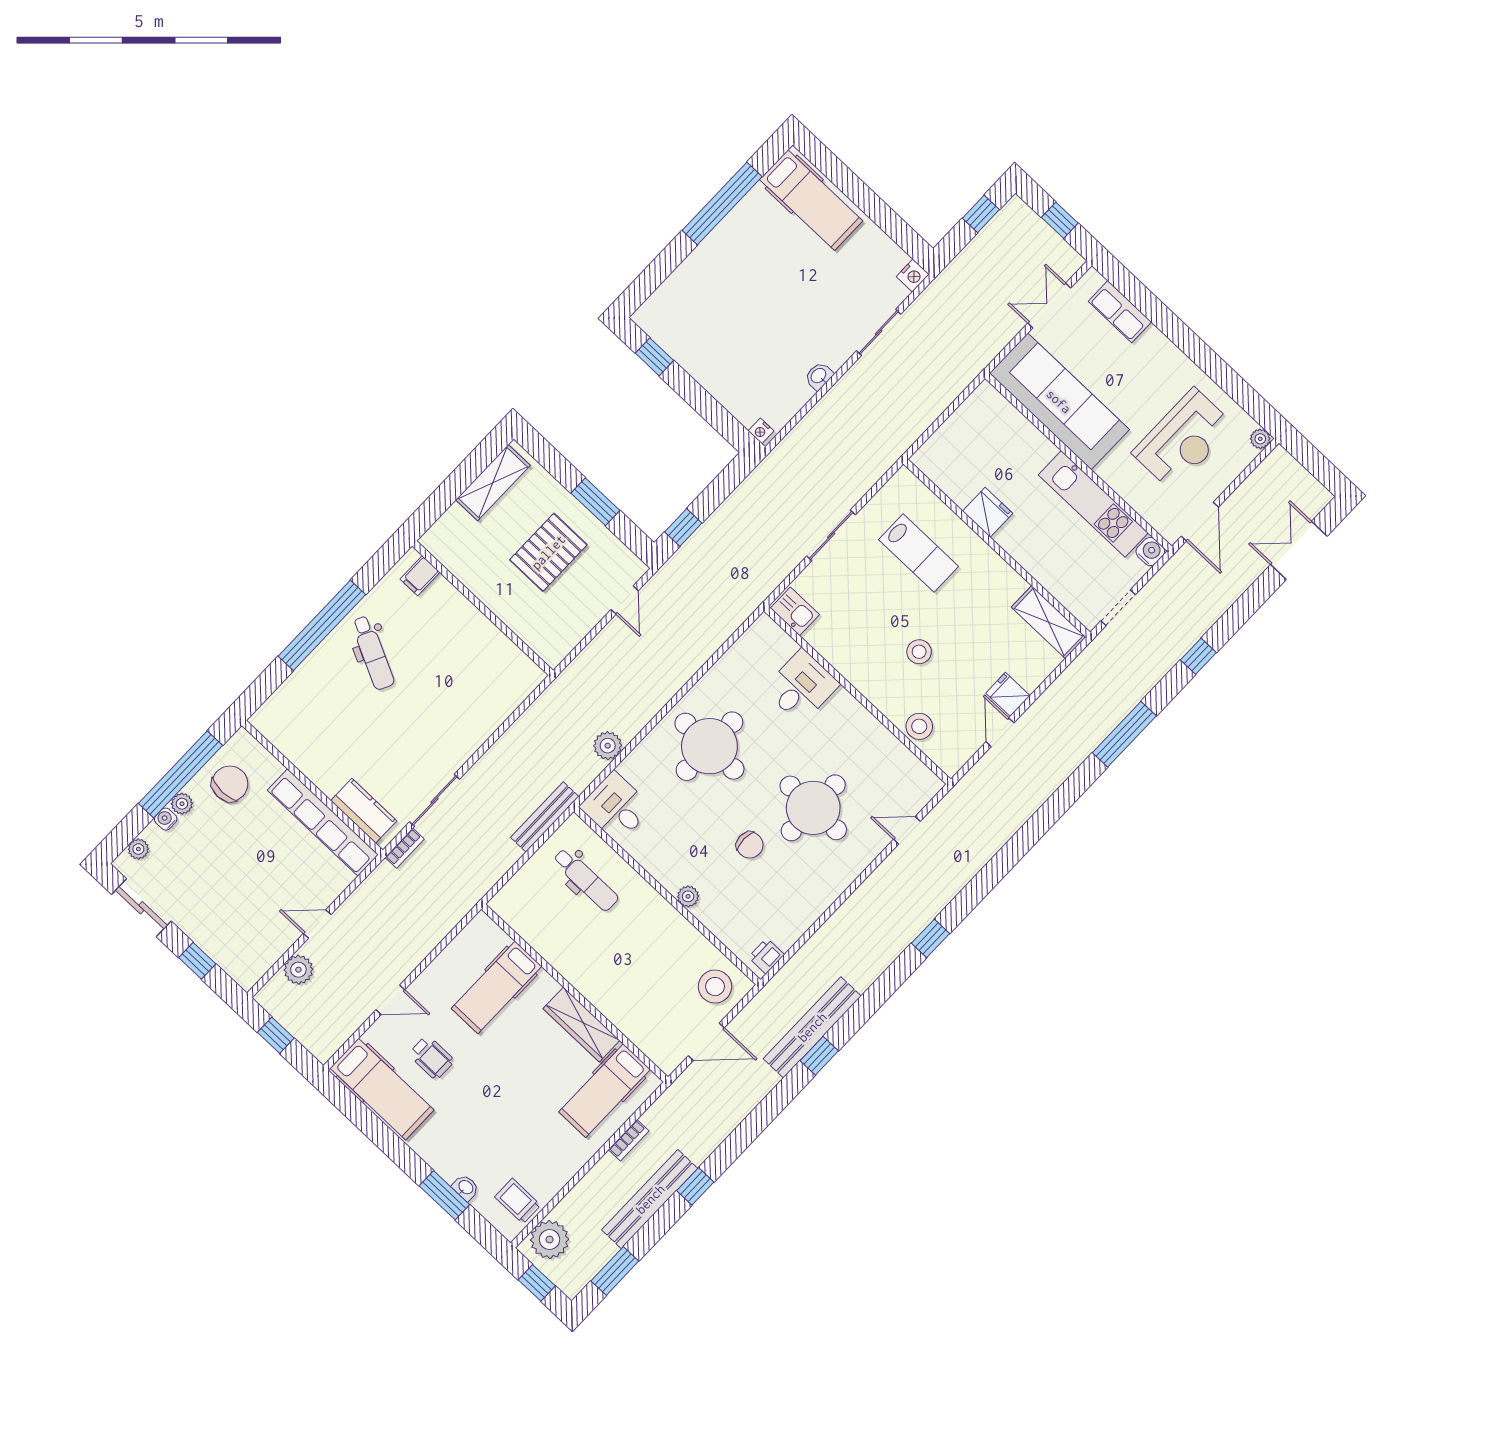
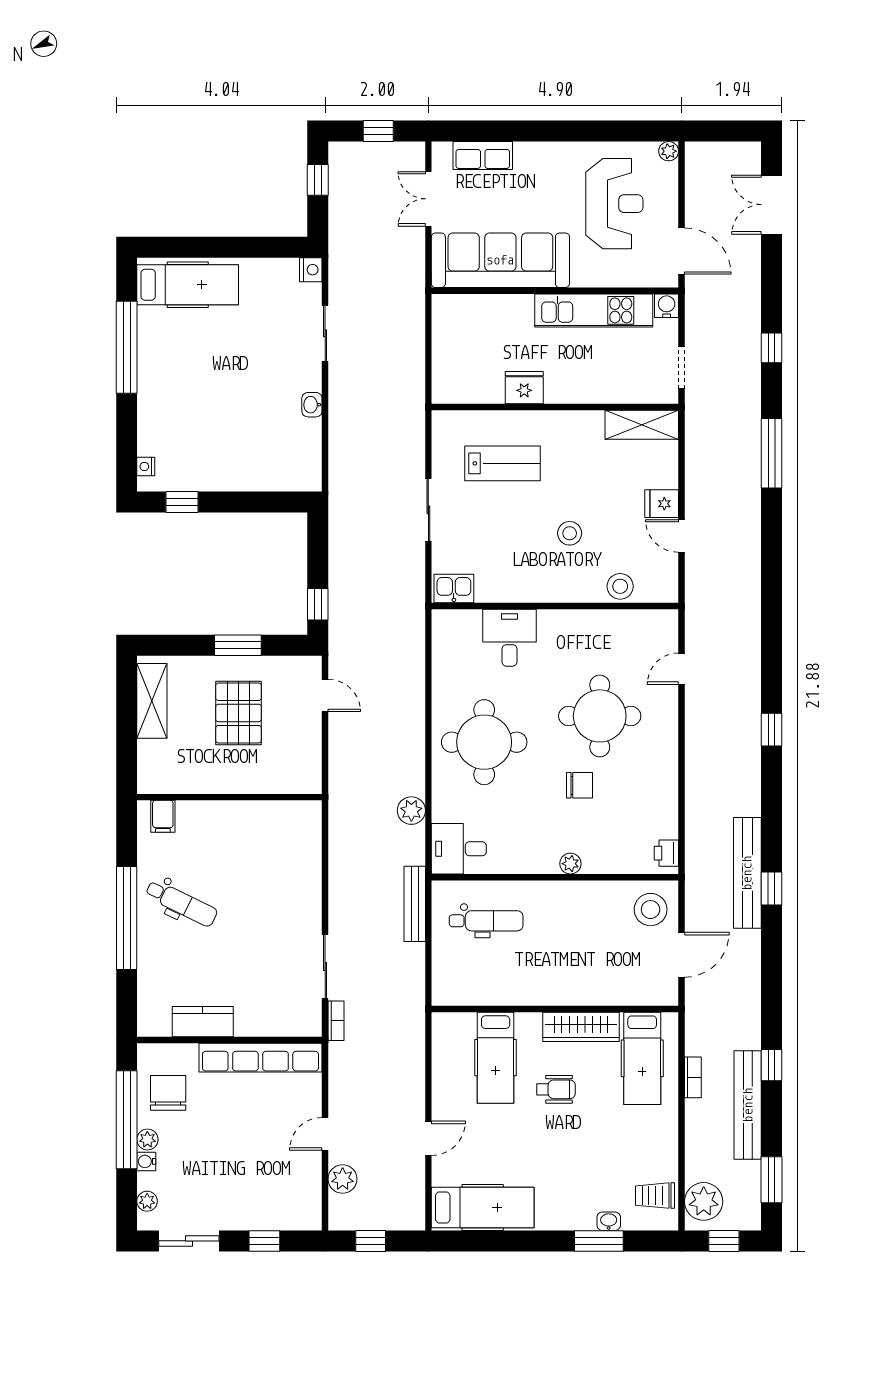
nightstand: (761, 431) -> (146, 466), moved, turned 90
kitchen counter: (364, 811) -> (203, 1022), moved
wheelchair: (431, 1057) -> (556, 1089), moved

